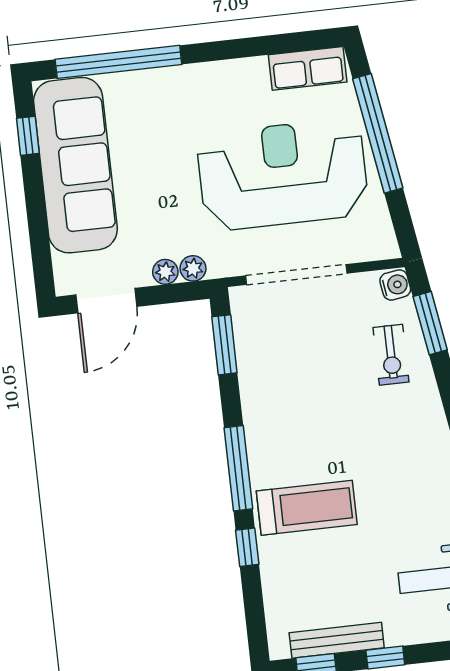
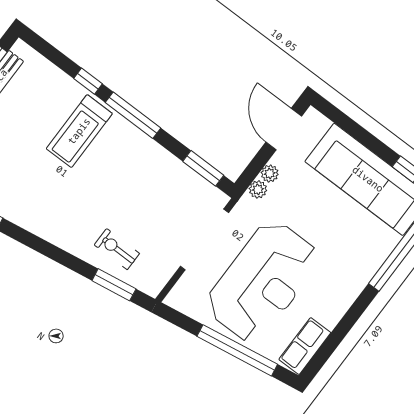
water cooler: (395, 285) -> (151, 285), removed

